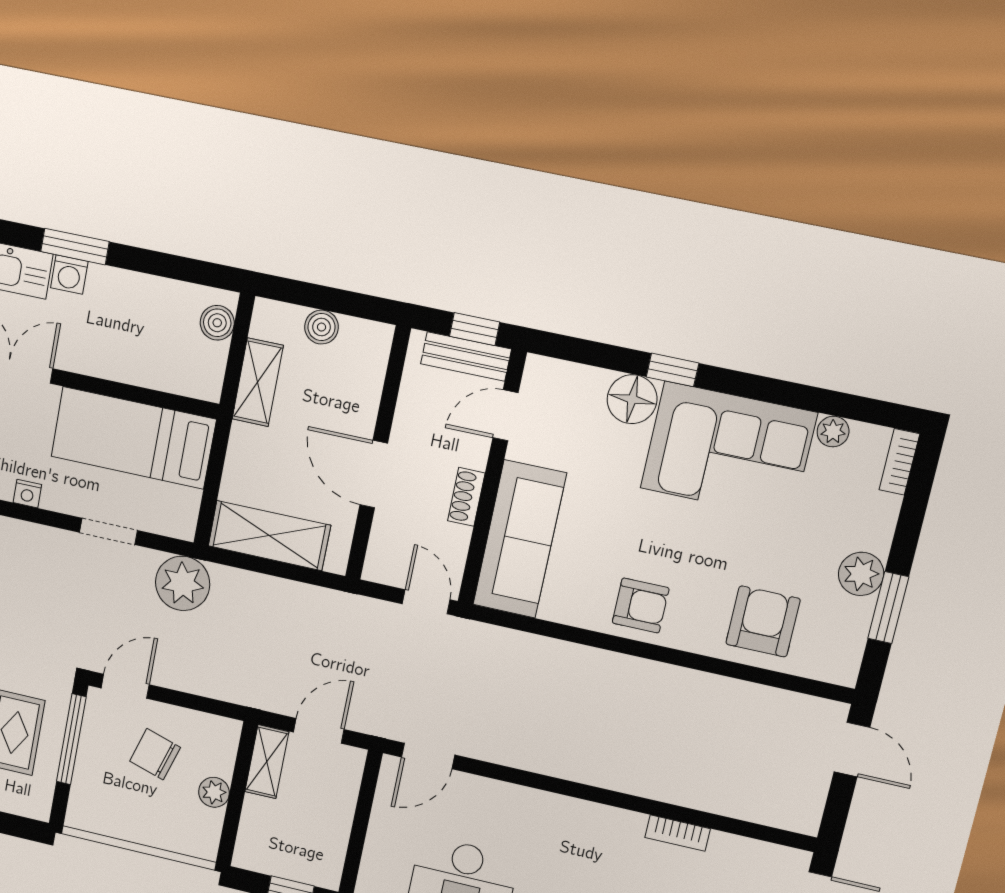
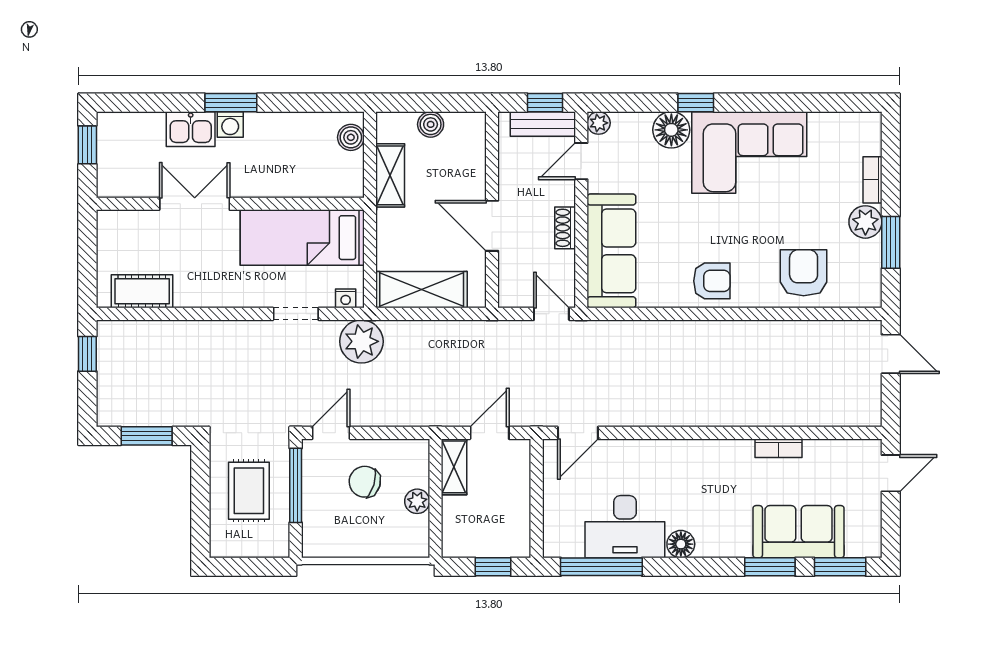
plant: (833, 432) -> (599, 123), moved
bookcase: (899, 462) -> (872, 180), moved
nightstand: (27, 494) -> (346, 298), moved

